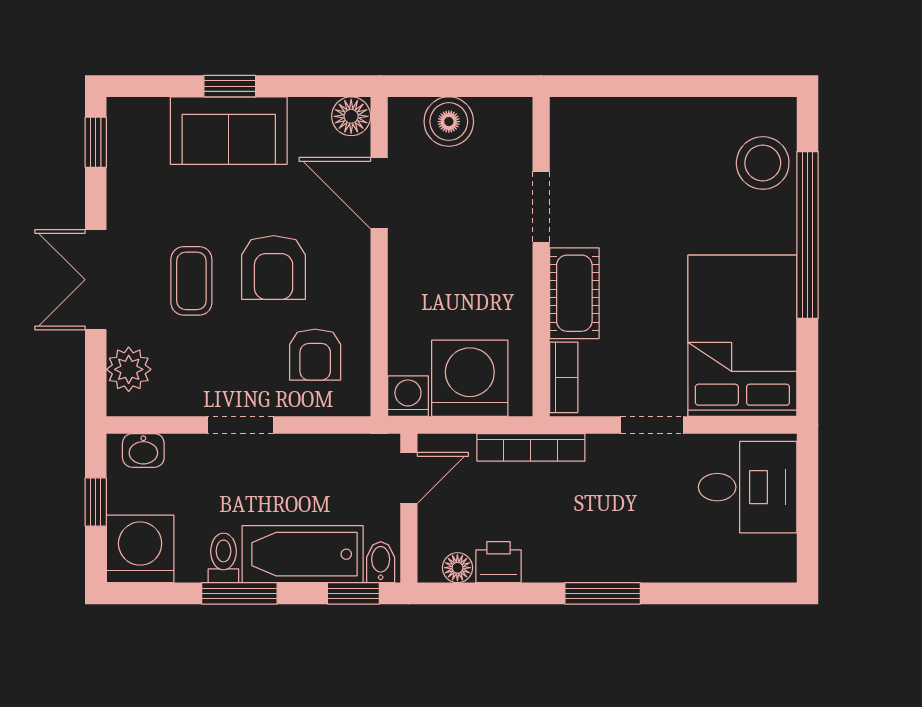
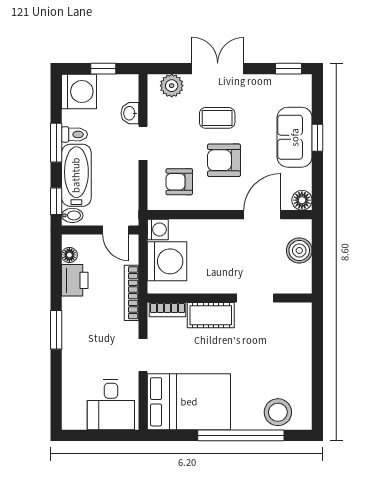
washbasin: (143, 450) -> (130, 113), moved
printer: (499, 562) -> (75, 280), width x1.36, depth x1.24

